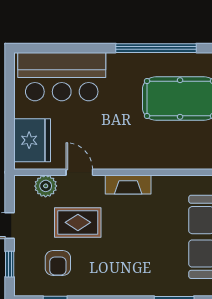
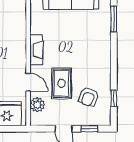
door: (79, 172) -> (28, 82), swing flipped
armchair: (58, 263) -> (89, 97), turned 109

